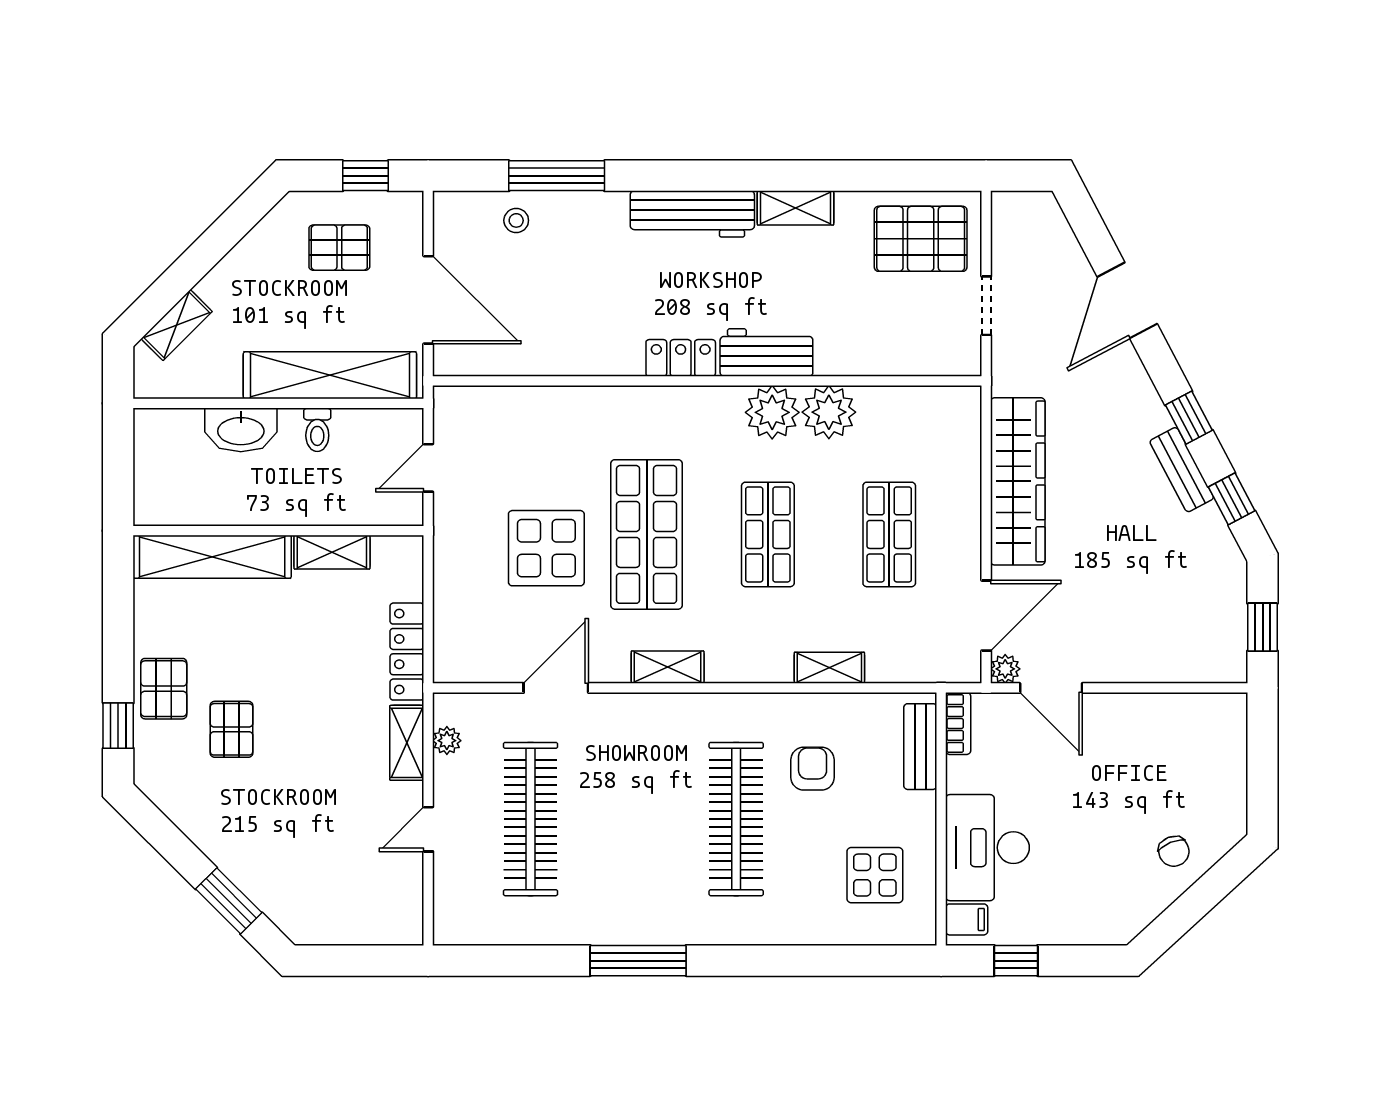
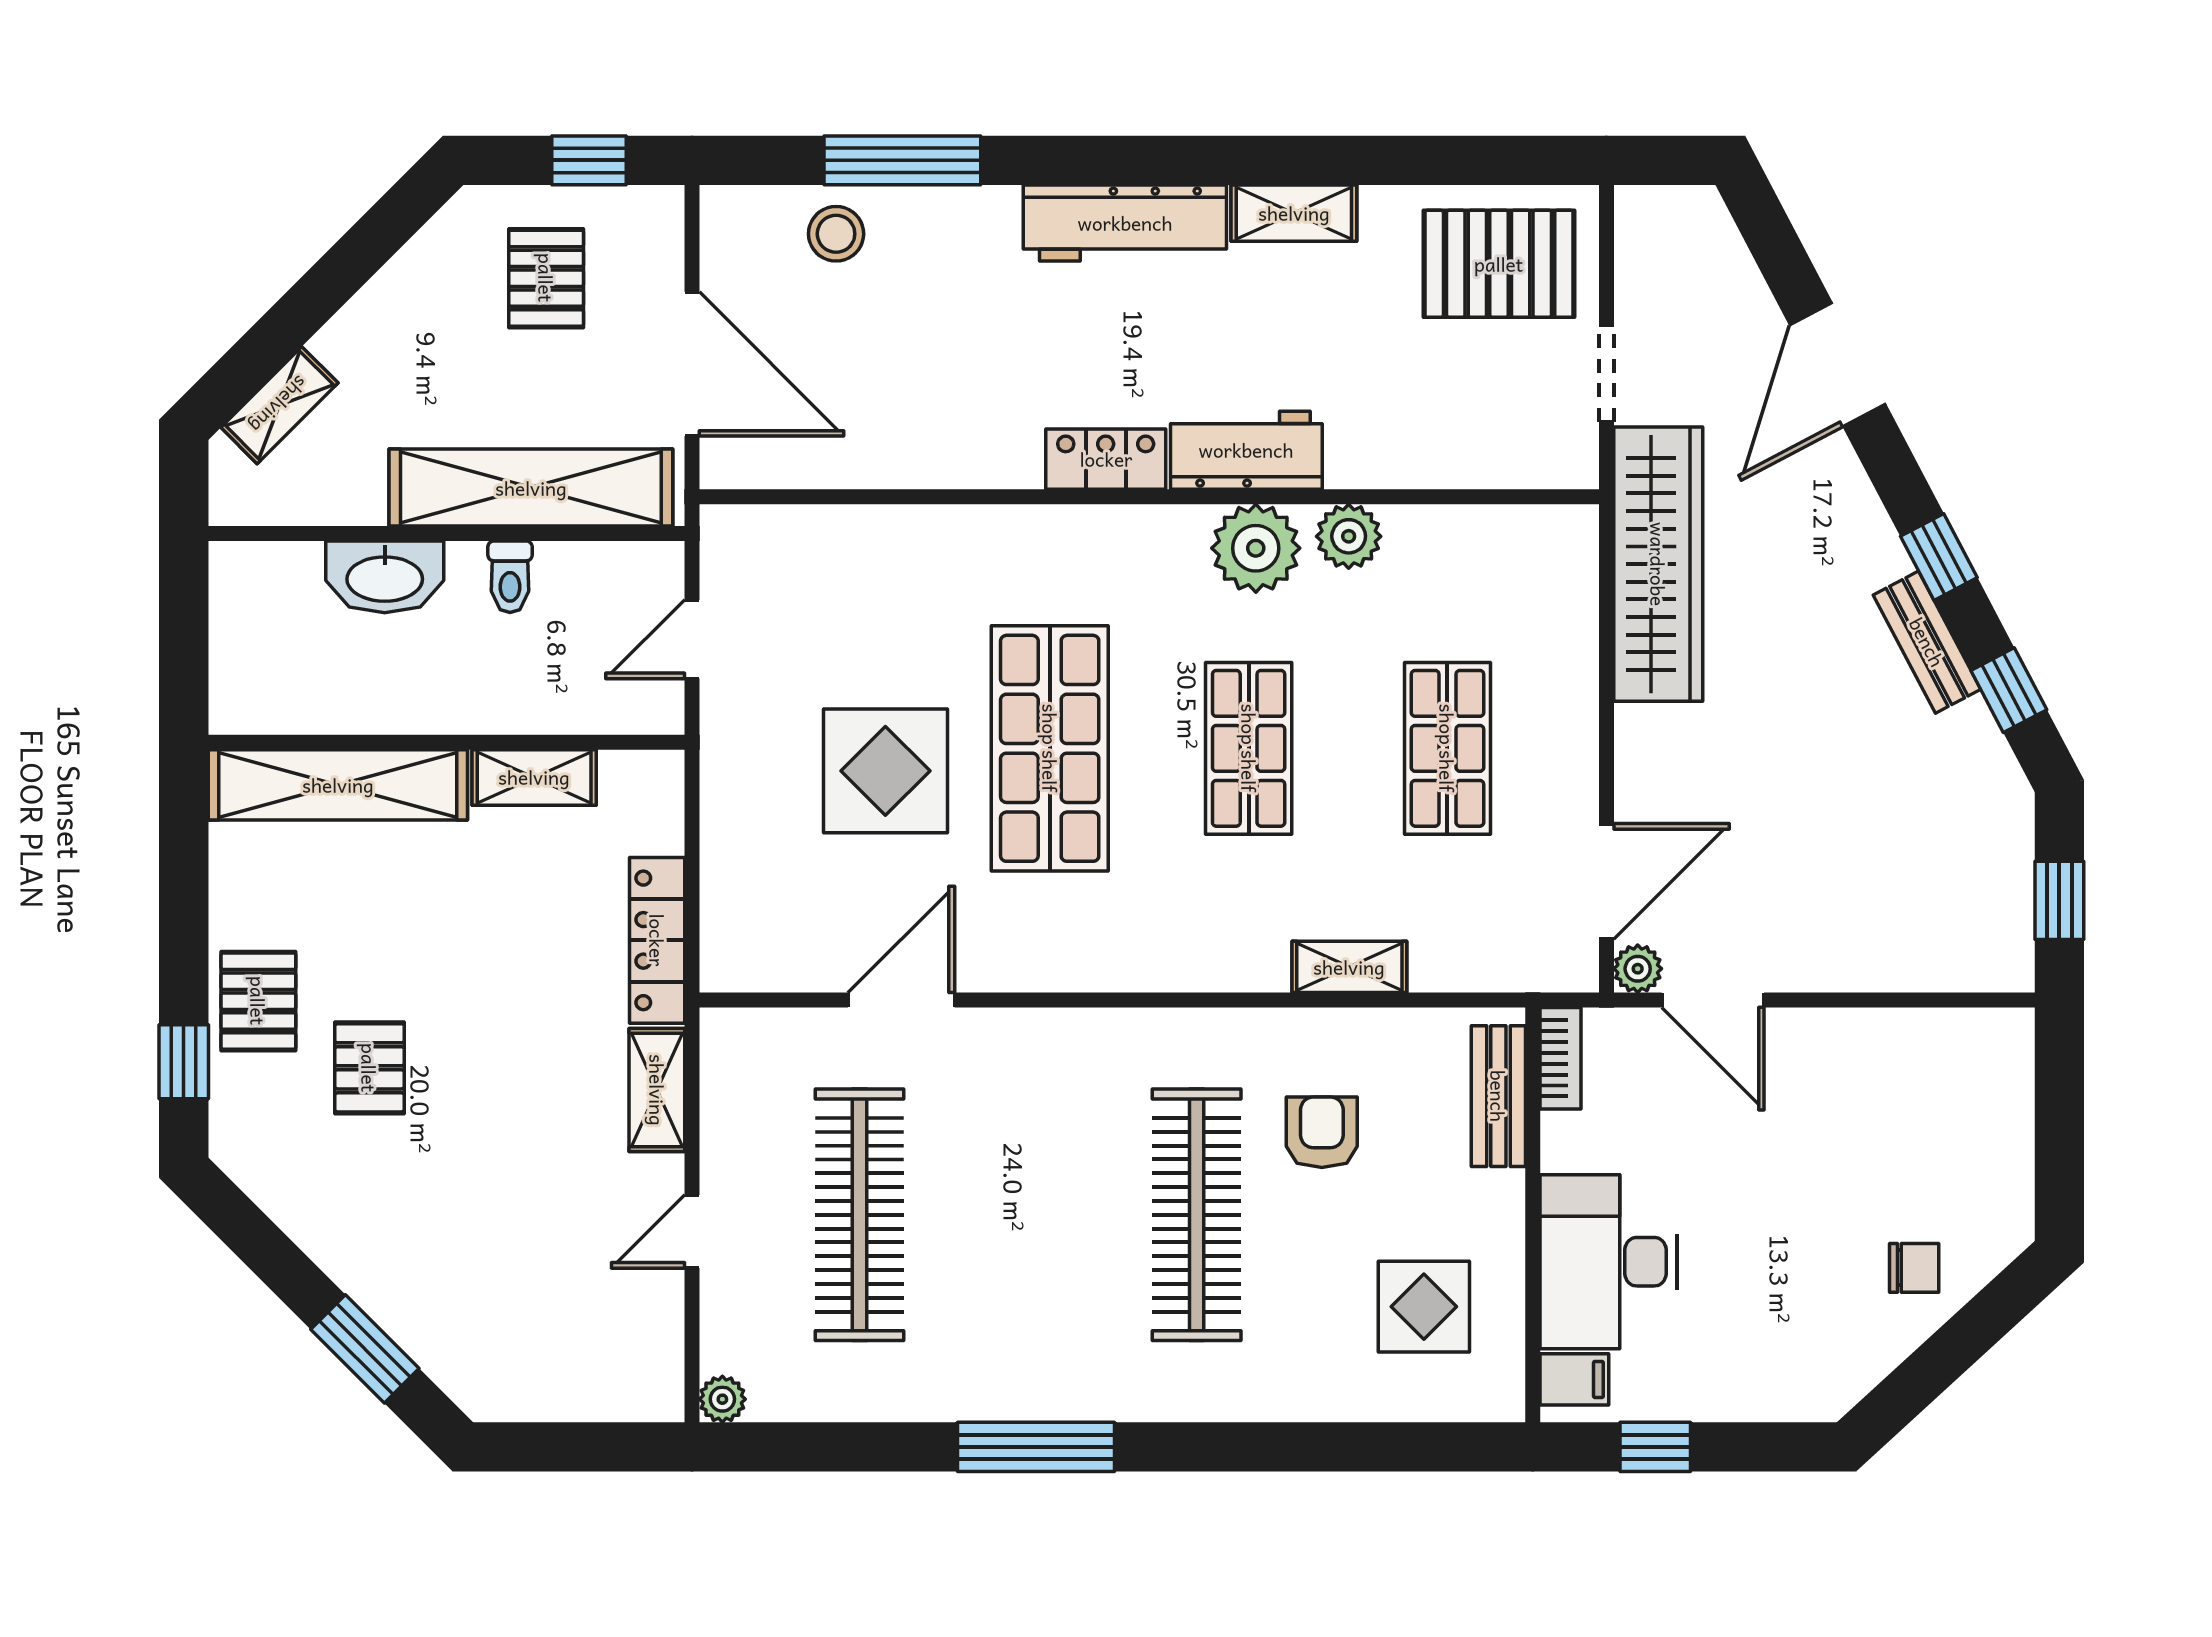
stool: (516, 220) -> (836, 234), width x1.37, depth x1.37
pallet: (339, 248) -> (546, 278), turned 90
plant: (829, 412) -> (1349, 536), width x0.73, depth x0.73
wardrobe: (1018, 481) -> (1658, 564), moved
shelving: (668, 667) -> (1084, 966), removed
plant: (447, 741) -> (722, 1399), moved
chair: (1174, 851) -> (1914, 1268), turned -68

